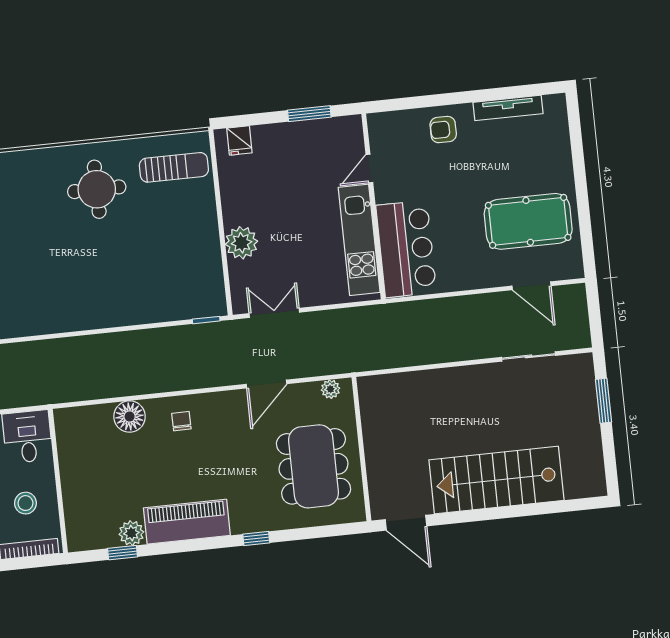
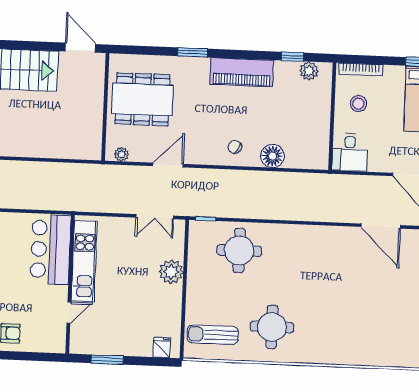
round table: (155, 284) -> (239, 250), added
chair: (181, 421) -> (235, 147), turned 120
dining table: (314, 466) -> (142, 99), turned 90
plant: (131, 533) -> (309, 71), moved
window: (256, 539) -> (192, 52), width x1.50

